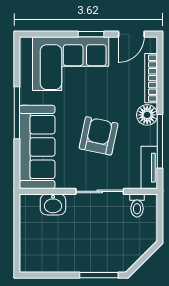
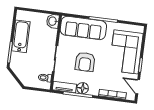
floor lamp: (147, 115) -> (83, 88), moved
armchair: (99, 136) -> (85, 62), turned 78
washbasin: (53, 204) -> (53, 21), moved
bathtub: (67, 259) -> (21, 36), added

